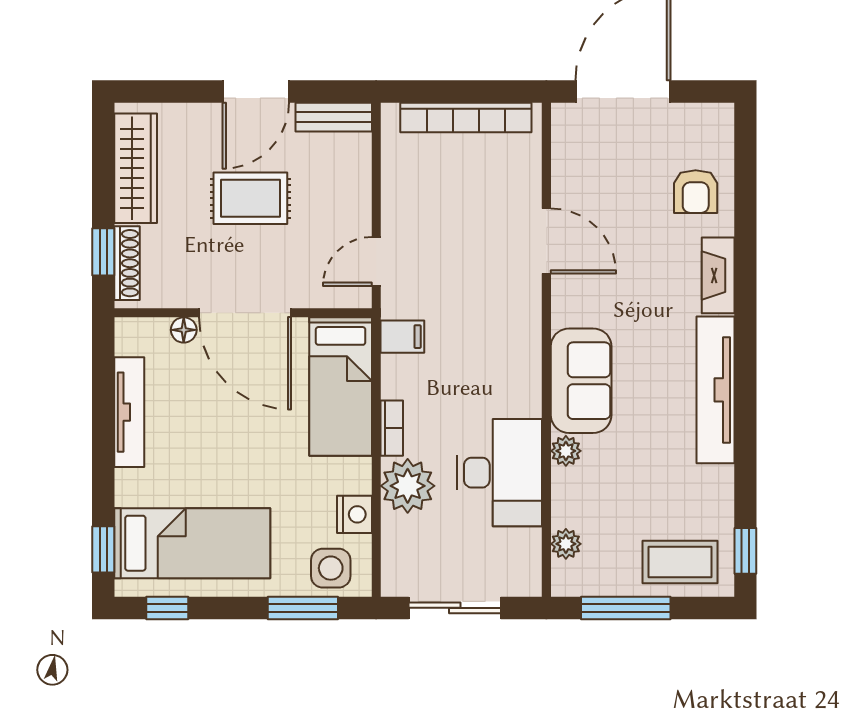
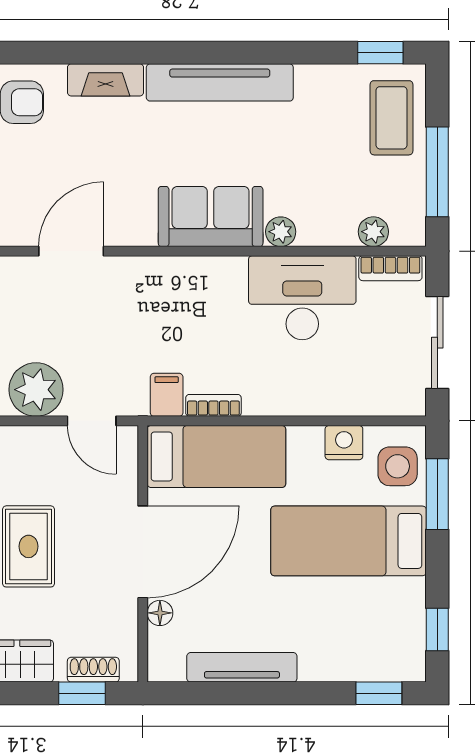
shoe rack: (127, 263) -> (93, 670), width x0.70
bookcase: (392, 428) -> (213, 405), moved
plant: (408, 486) -> (36, 390), moved
bed: (192, 543) -> (349, 541), moved, turned -90
bookcase: (529, 561) -> (390, 268), added

